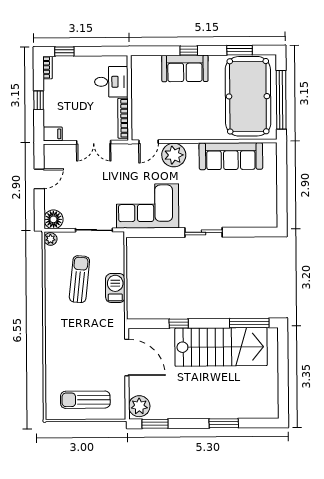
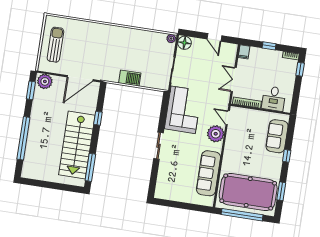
sofa: (185, 68) -> (277, 136), moved
sun lounger: (79, 279) -> (140, 54), removed
window: (224, 423) -> (23, 138), width x2.11

